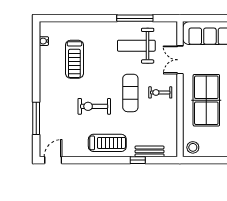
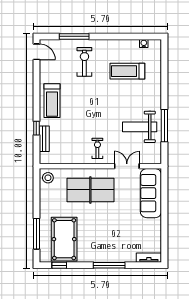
weight bench: (136, 46) -> (140, 127), turned -90
exercise mat: (130, 93) -> (97, 122), removed
exercise bike: (94, 106) -> (84, 62), moved

